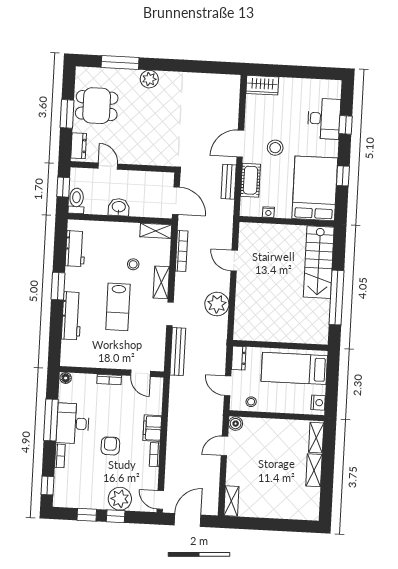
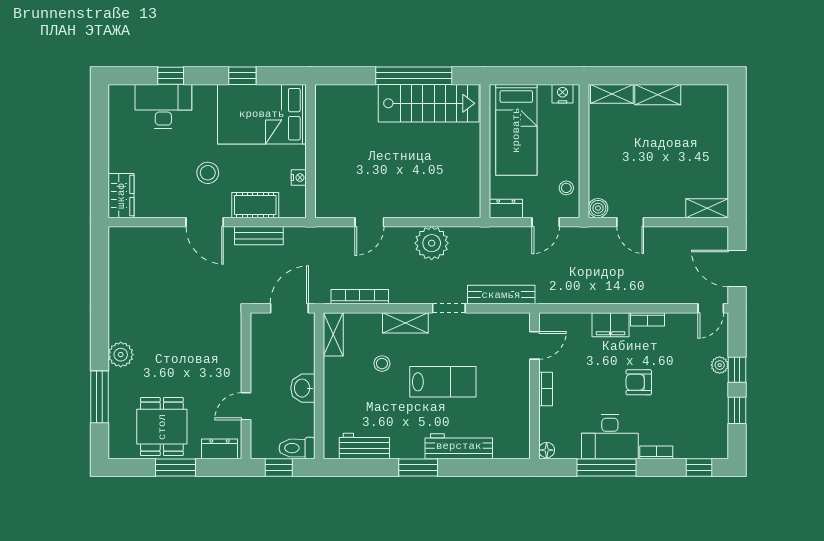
stairs: (319, 262) -> (429, 103), moved
plant: (120, 499) -> (720, 365), width x0.53, depth x0.53

